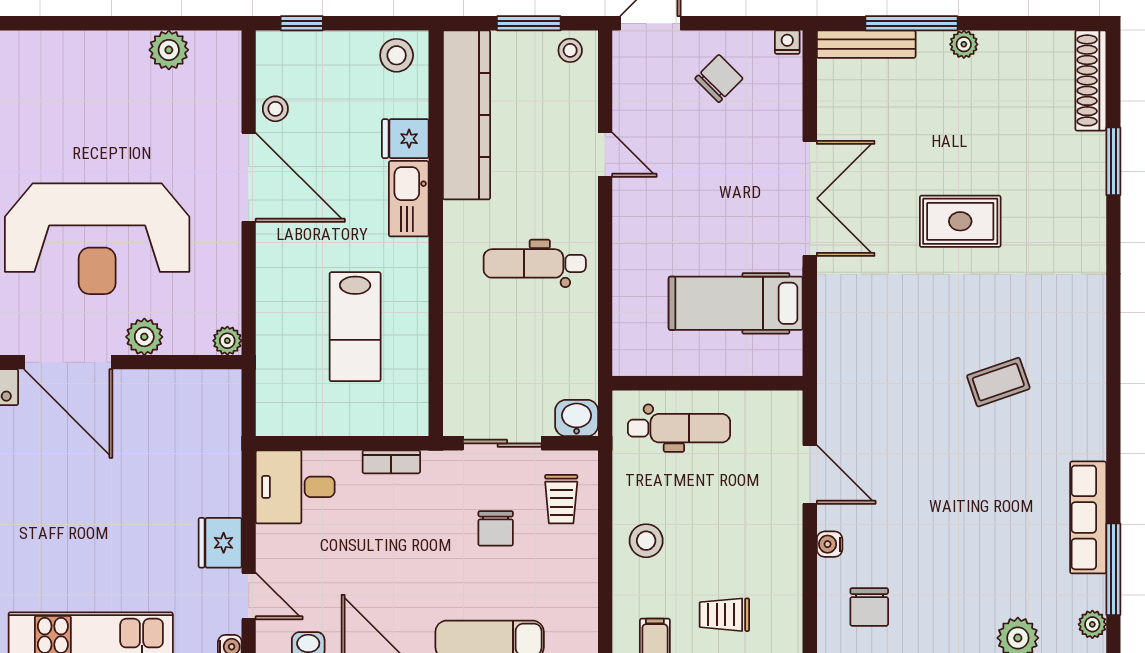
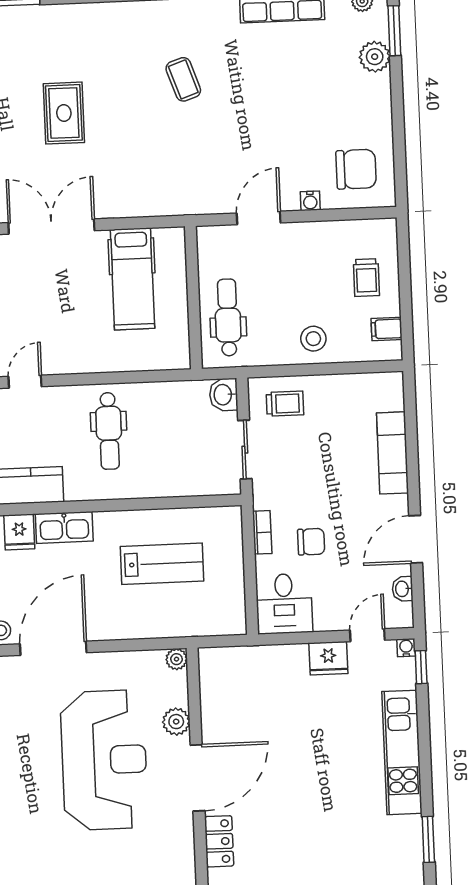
chair: (496, 528) -> (311, 542), moved
chair: (869, 607) -> (356, 169), width x1.37, depth x1.37

